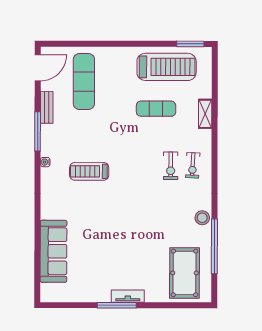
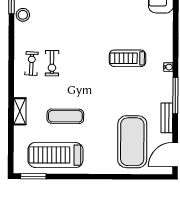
exercise mat: (84, 81) -> (132, 142), width x1.47
exercise bike: (171, 166) -> (52, 63), turned 180
treadmill: (89, 171) -> (128, 58), turned 180

